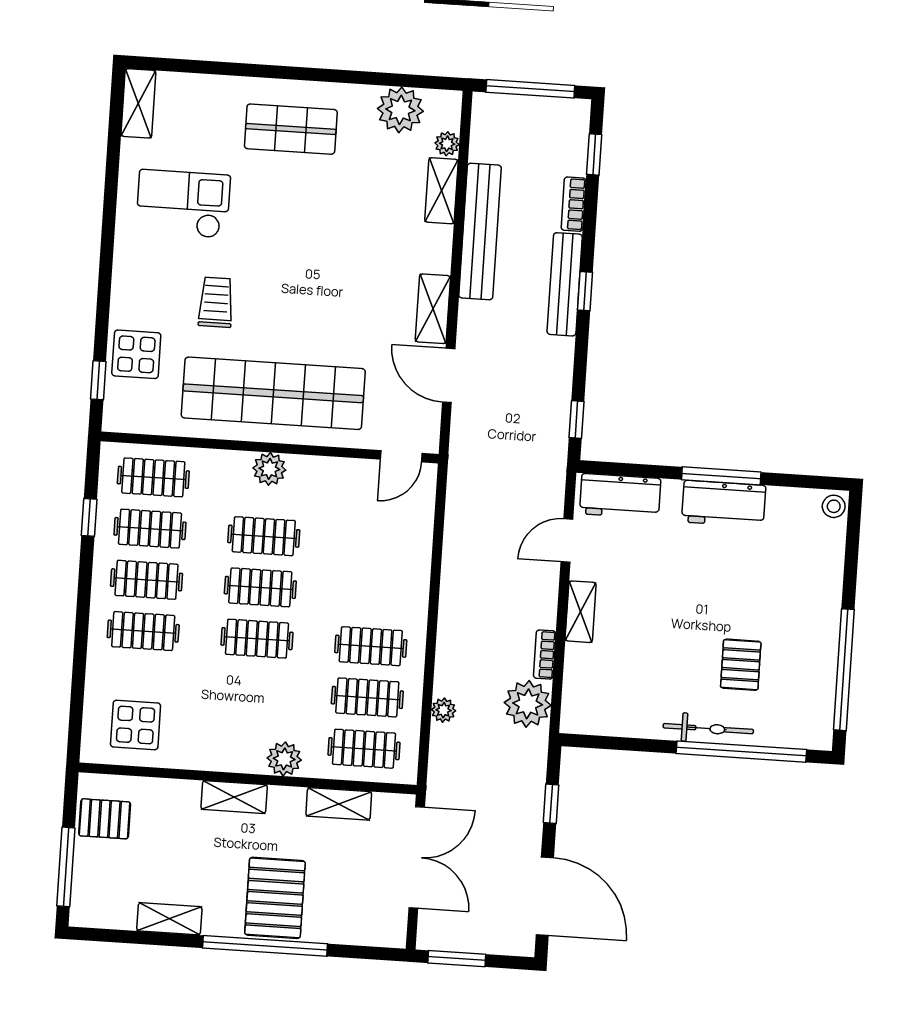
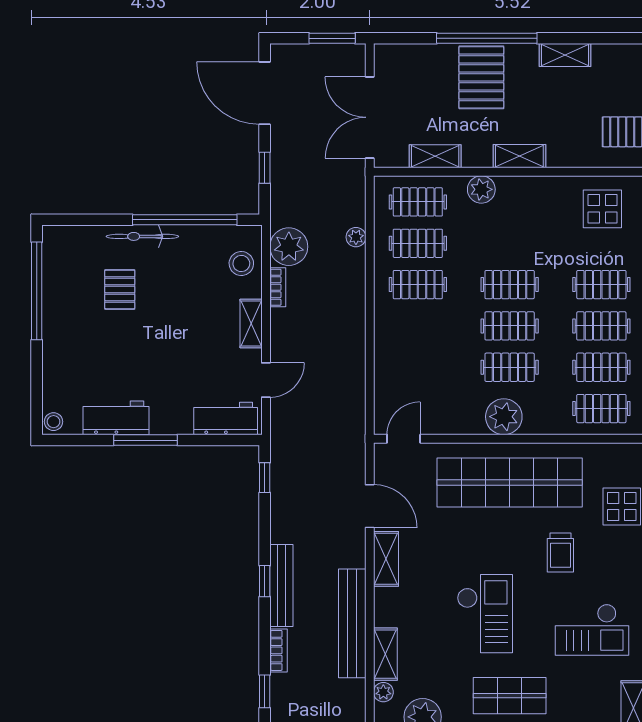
checkout: (315, 233) -> (485, 614), added
plant: (269, 469) -> (504, 417), width x1.36, depth x1.36
workbench: (724, 504) -> (116, 418), moved
stool: (588, 687) -> (241, 264), added
window: (741, 752) -> (185, 220), moved

